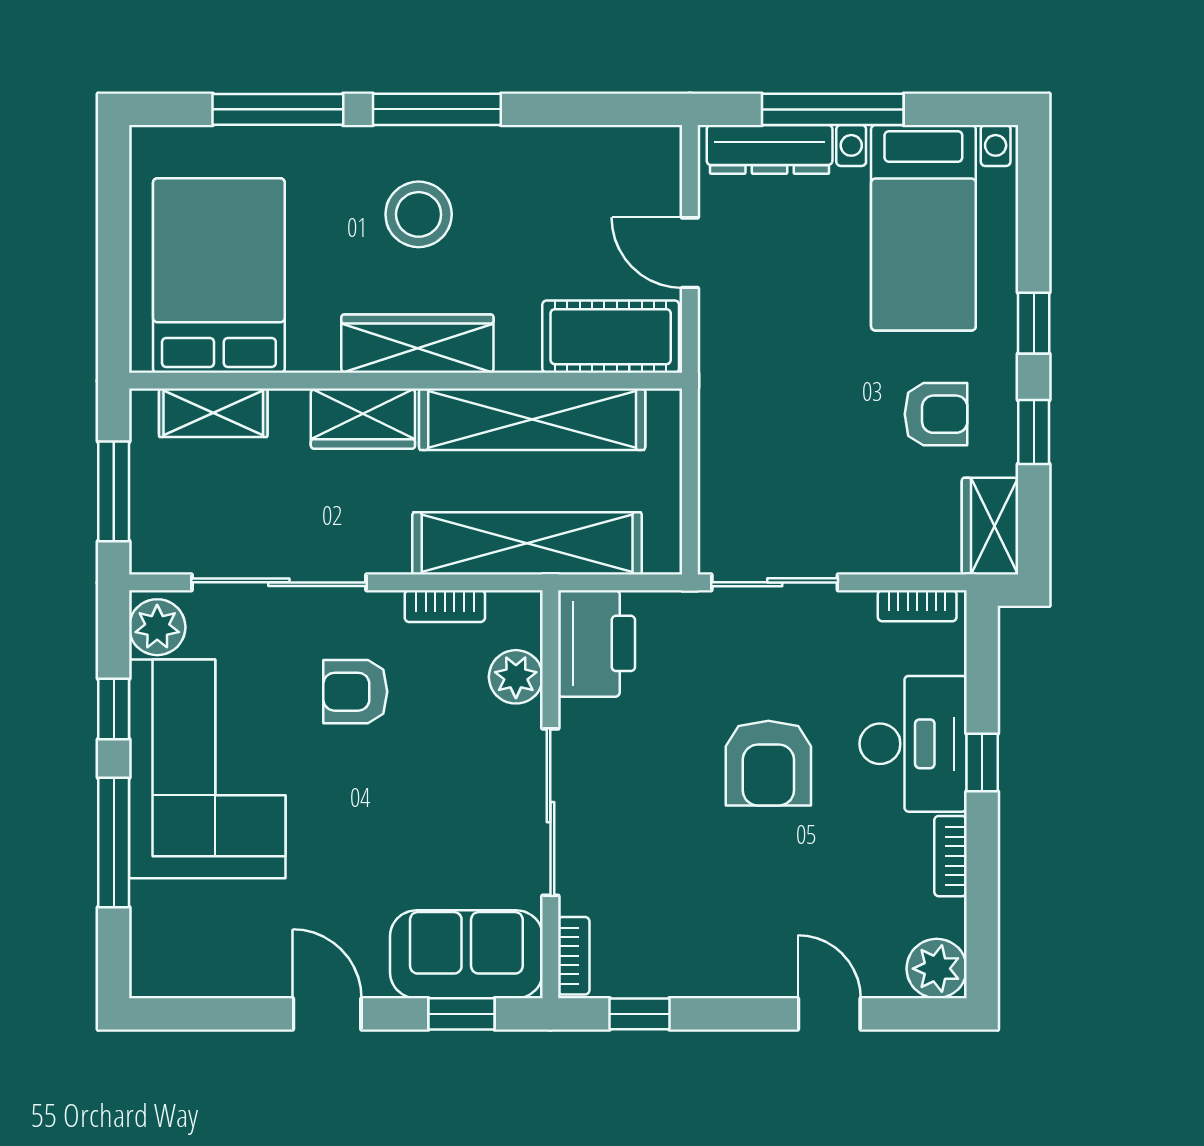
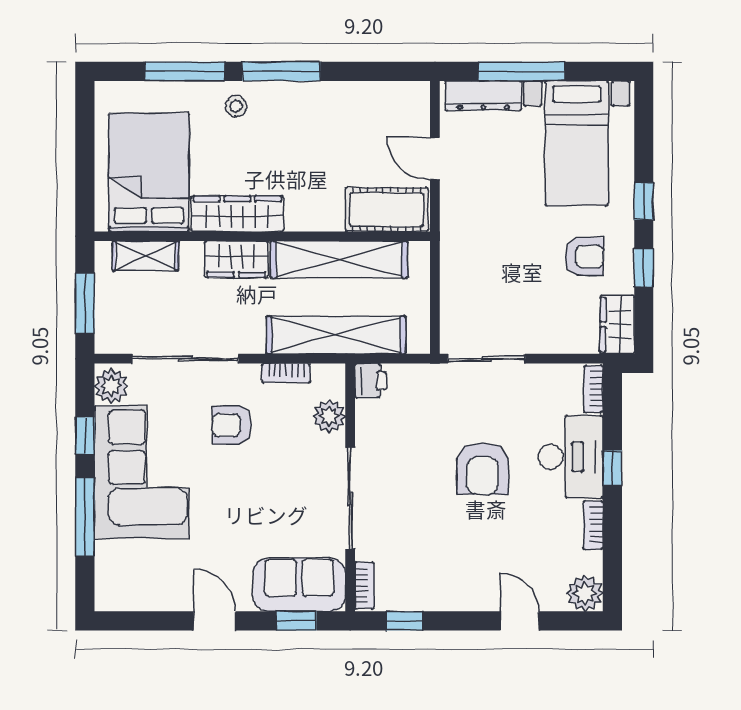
stool: (419, 214) -> (236, 106), moved, width x0.53, depth x0.53
wardrobe: (417, 344) -> (237, 214), moved
bookcase: (917, 606) -> (593, 389), moved, turned 90
printer: (597, 643) -> (371, 381), width x0.53, depth x0.68

